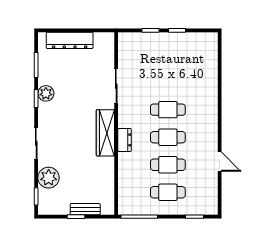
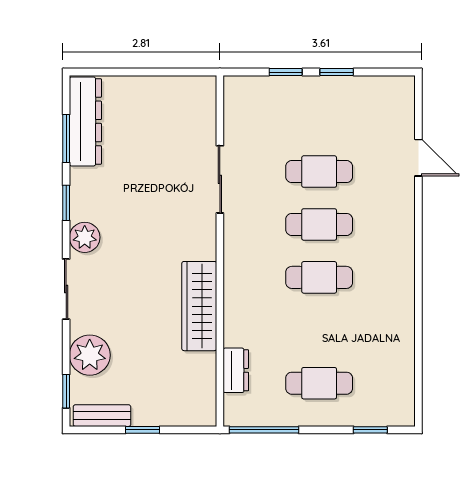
dresser: (70, 40) -> (85, 121), moved, turned -90
plant: (46, 93) -> (85, 237), moved
wardrobe: (105, 133) -> (199, 306), moved
dresser: (125, 140) -> (236, 370), moved
door: (220, 162) -> (418, 158), moved
cafe table: (168, 165) -> (319, 172), moved
bench: (85, 209) -> (102, 416), moved

